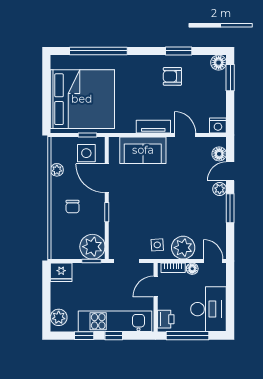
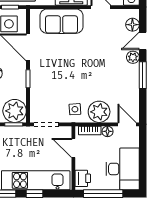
door: (156, 287) -> (73, 148), hinge flipped

